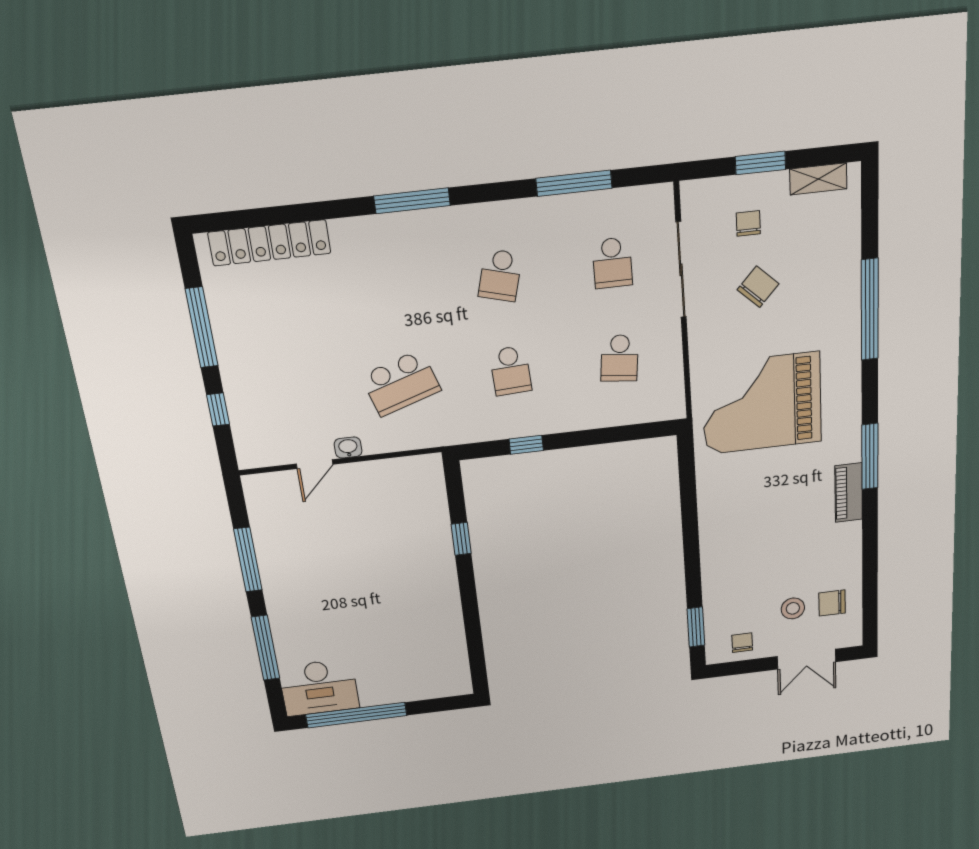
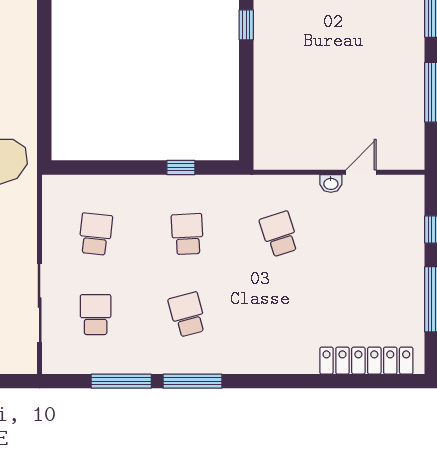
window: (412, 201) -> (192, 381), moved
school desk: (500, 275) -> (187, 315), turned -30
school desk: (401, 383) -> (279, 234), width x0.54
window: (461, 539) -> (246, 25), moved

